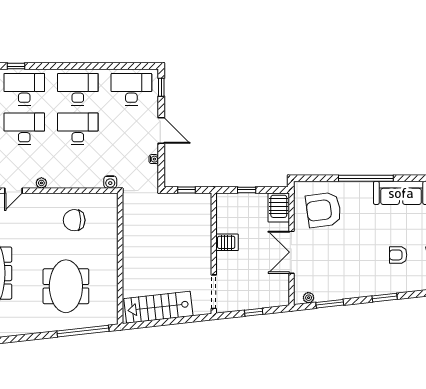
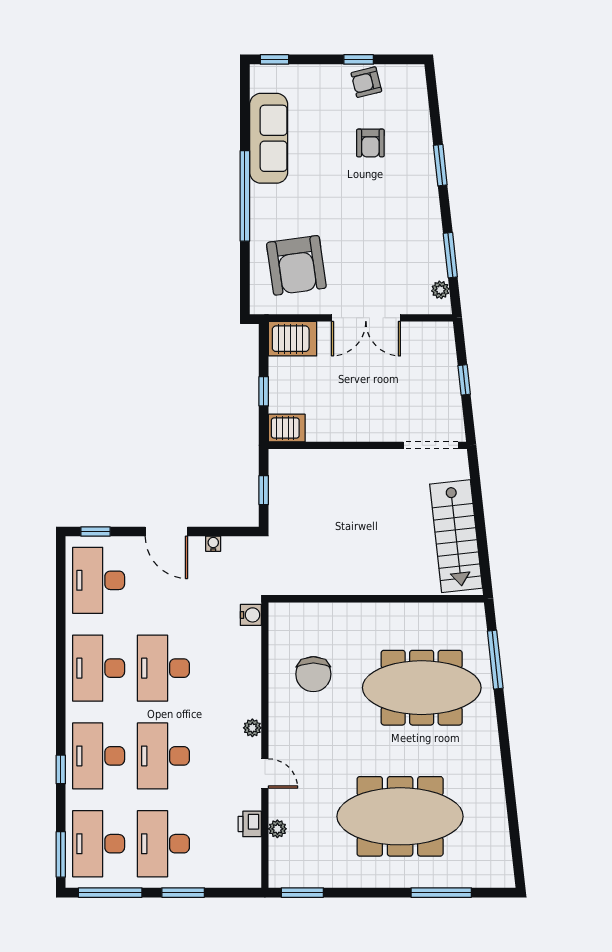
door: (161, 131) -> (166, 531), swing flipped
server rack: (227, 242) -> (287, 428), moved, turned 90
meeting table: (66, 286) -> (422, 688), width x1.36
window: (83, 331) -> (495, 660), width x0.68

